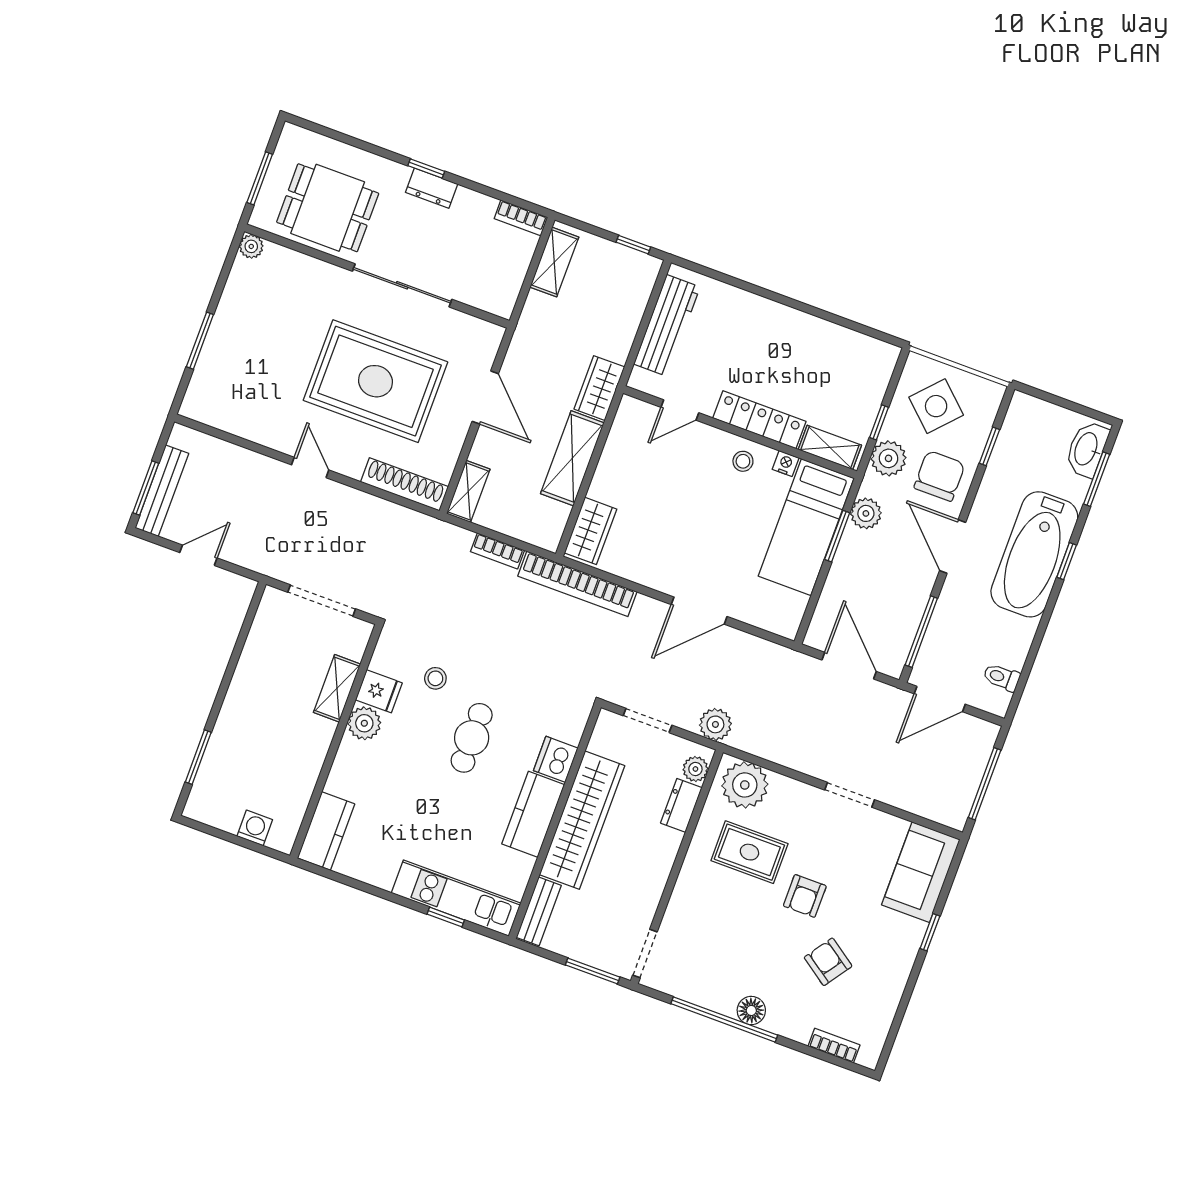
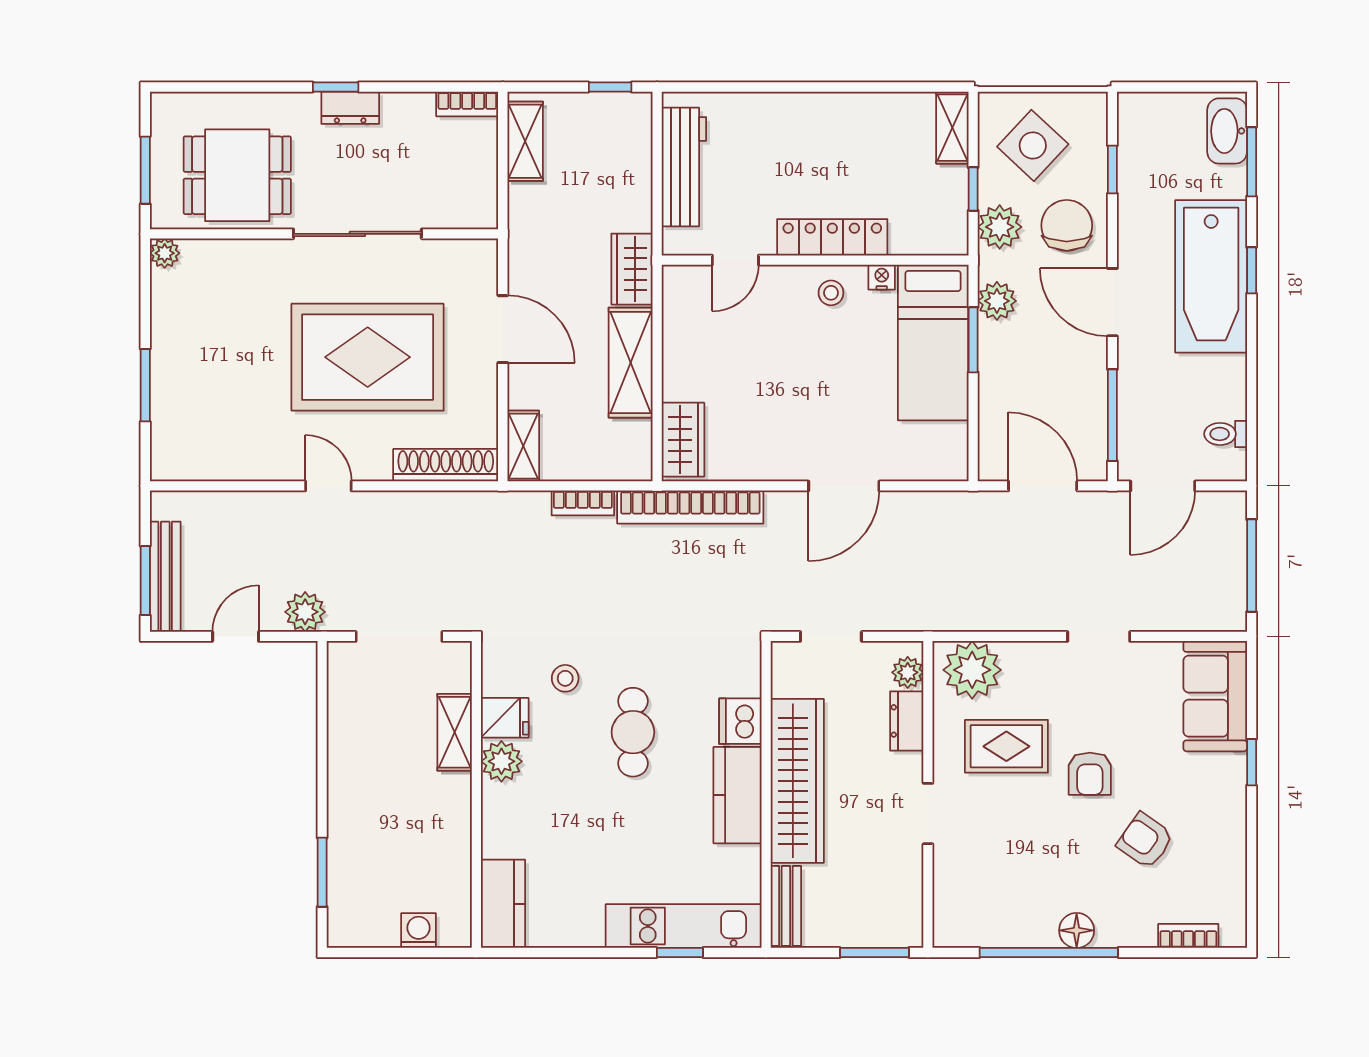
shelving: (830, 447) -> (952, 128), moved, turned 90
plant: (715, 724) -> (305, 612), moved
doorway: (645, 954) -> (928, 814), moved

